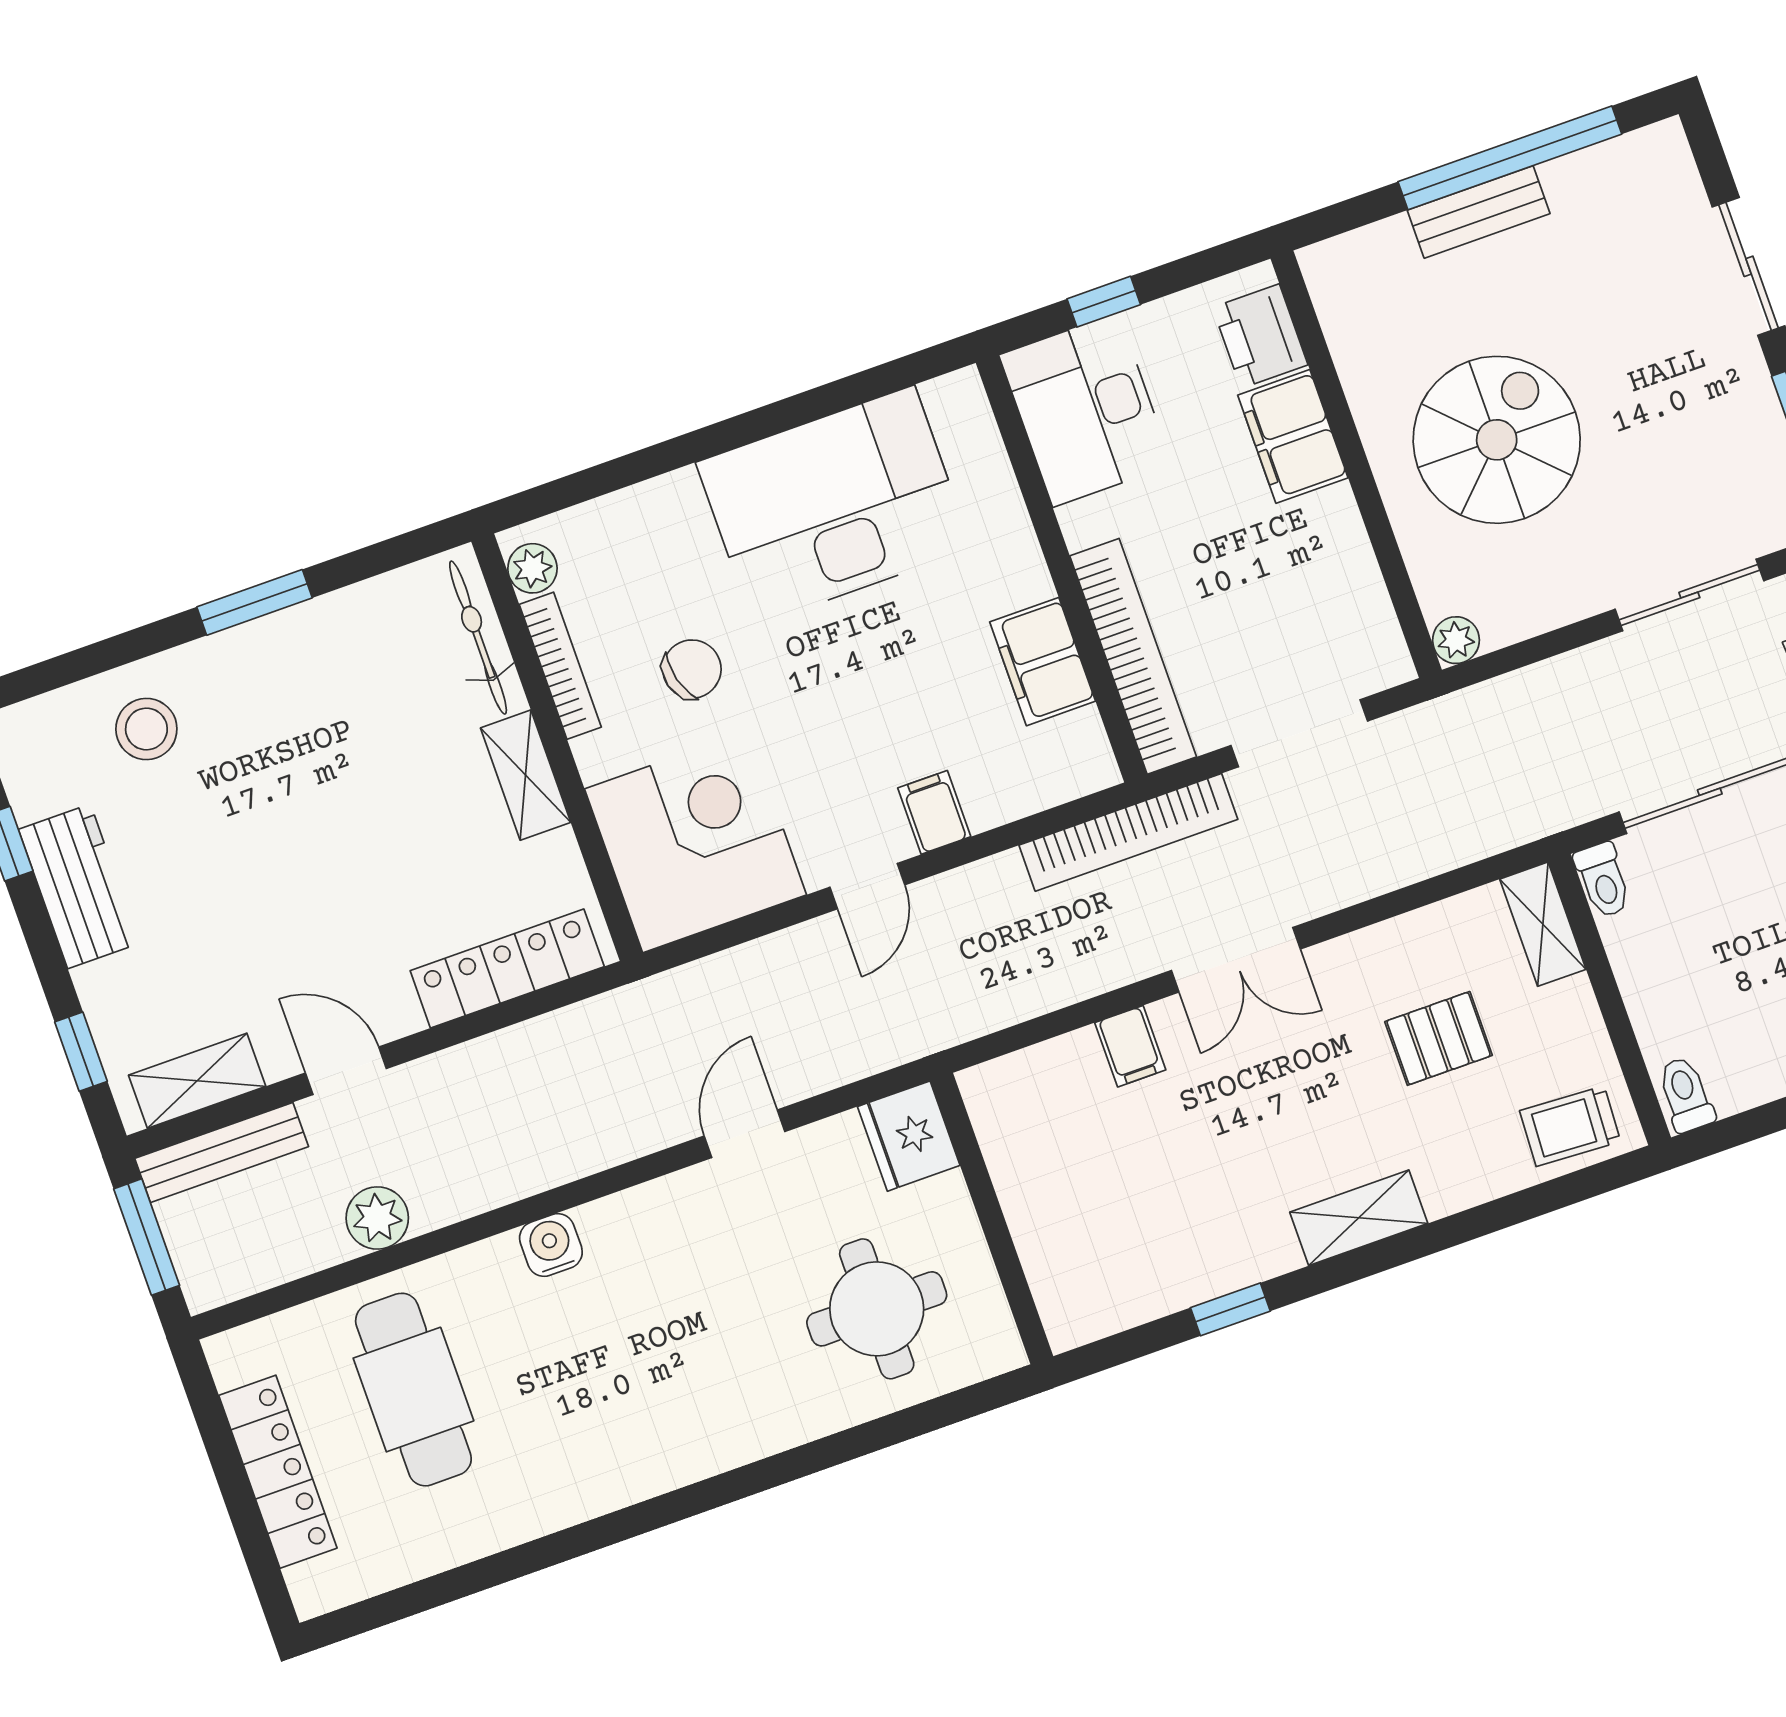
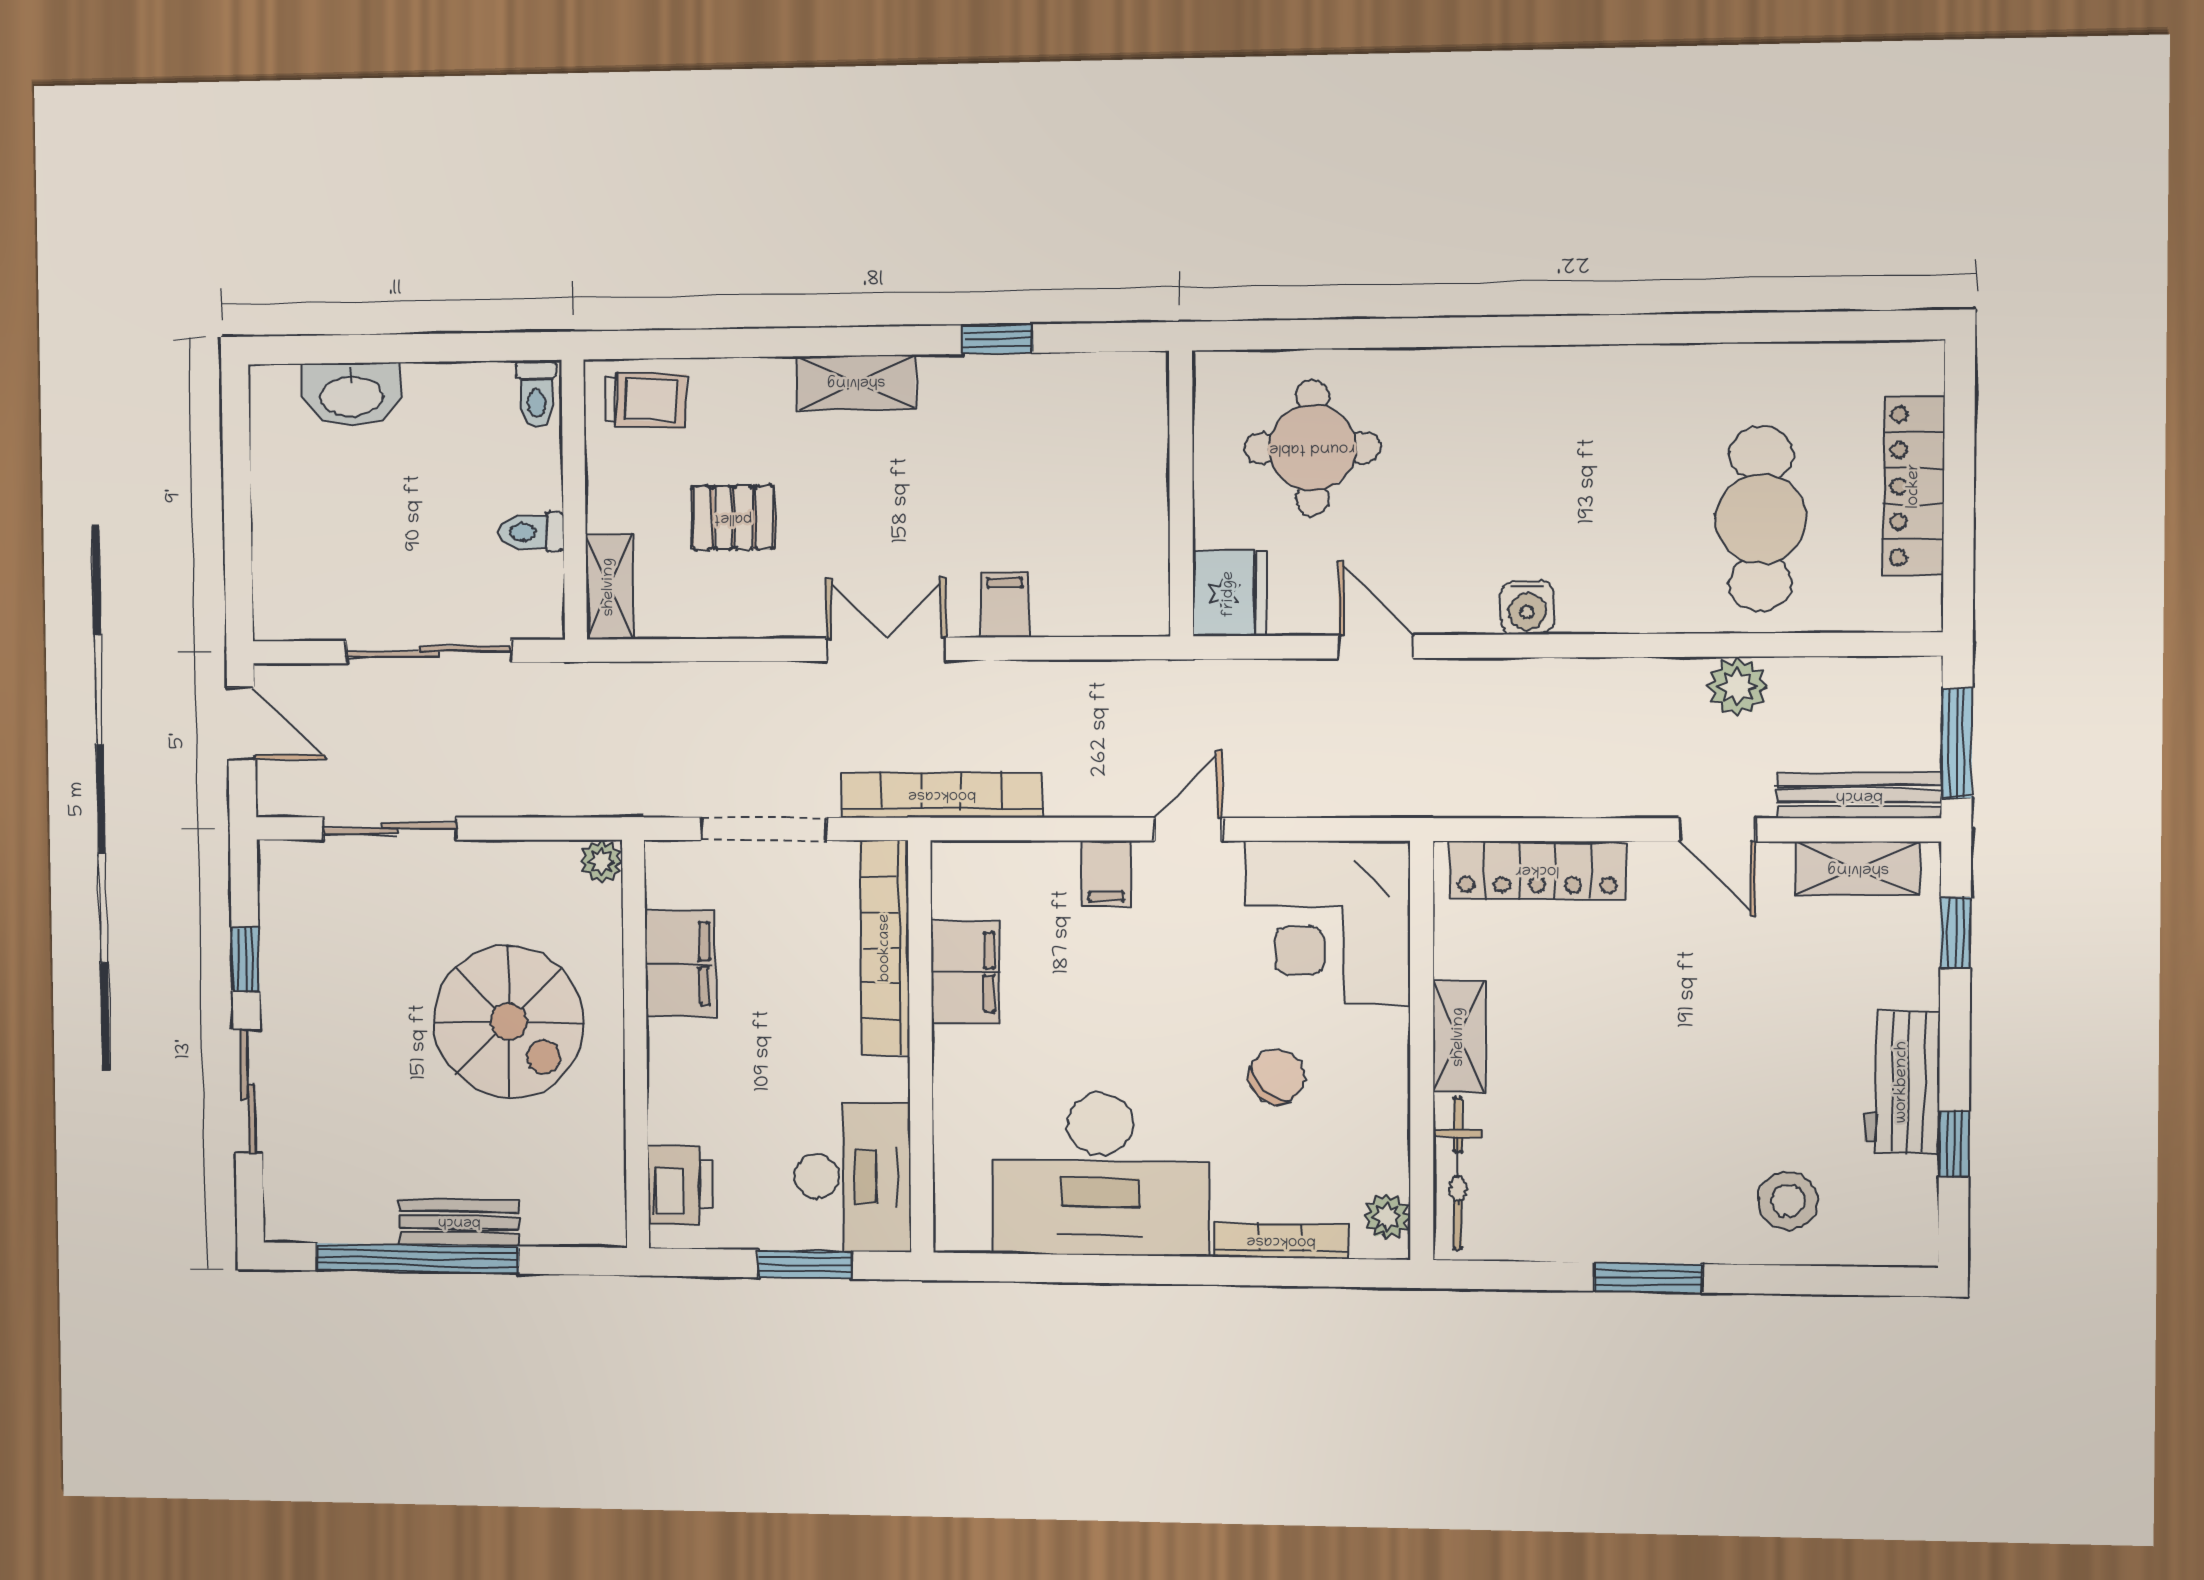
window: (1104, 302) -> (805, 1264), width x1.50
filing cabinet: (1293, 436) -> (680, 964), moved
spiral stairs: (1497, 440) -> (509, 1022), turned -90
bookcase: (560, 666) -> (1281, 1241), moved, turned 90
chair: (692, 669) -> (1277, 1077), turned 146
toilet: (1603, 880) -> (532, 532), moved, turned -90
door: (744, 1134) -> (1376, 647), swing flipped
water cooler: (551, 1245) -> (1527, 608), moved

